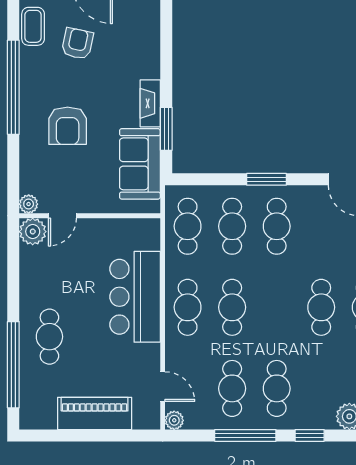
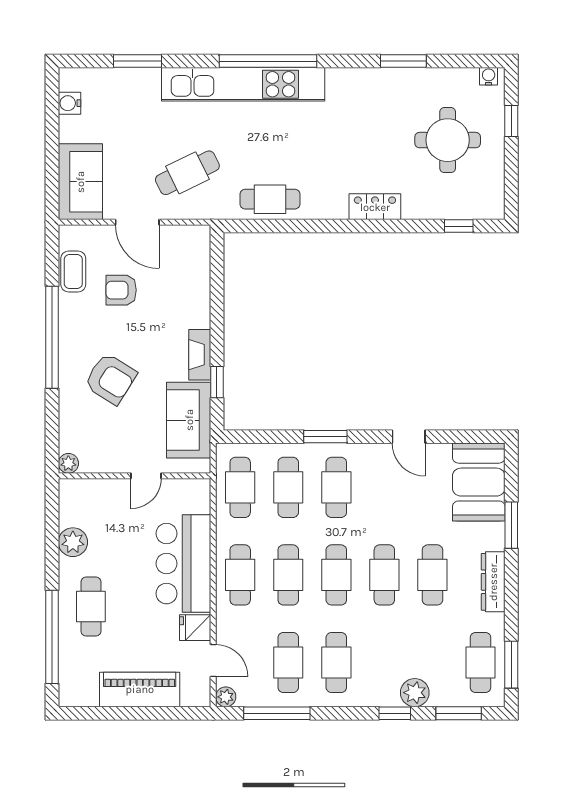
armchair: (77, 44) -> (121, 290), turned -102
armchair: (68, 126) -> (111, 379), turned -58
window: (166, 129) -> (217, 382), width x0.67
door: (62, 216) -> (146, 476), moved
plant: (33, 232) -> (73, 542), moved
cafe table: (277, 307) -> (336, 575), added
fridge: (146, 356) -> (195, 628), added
window: (245, 435) -> (277, 713), moved
window: (310, 435) -> (395, 713), moved

